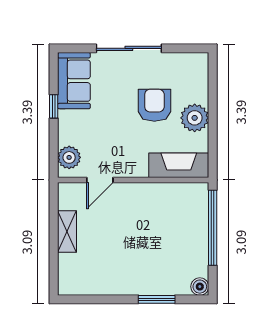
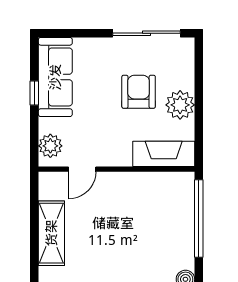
sliding door: (129, 48) -> (146, 33), moved
sofa: (74, 81) -> (55, 77), width x1.36
shelving: (67, 232) -> (51, 233), width x1.50, depth x1.33

